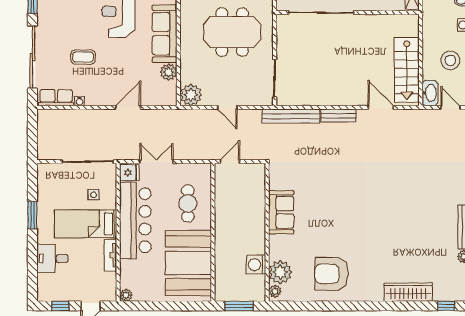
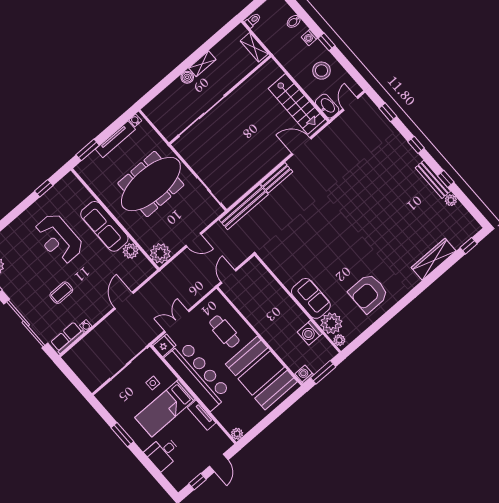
meeting table: (232, 32) -> (151, 184), width x1.36
door: (450, 107) -> (350, 104), hinge flipped
sofa: (281, 212) -> (311, 298), moved
washing machine: (222, 294) -> (304, 374), added

